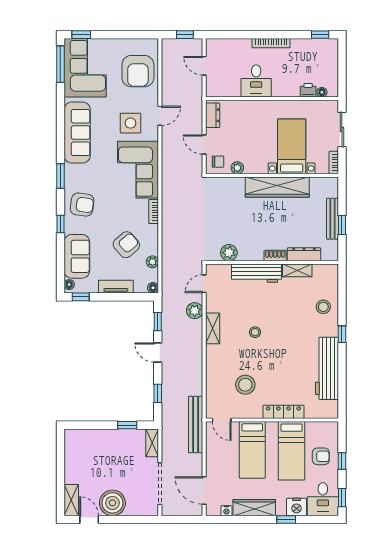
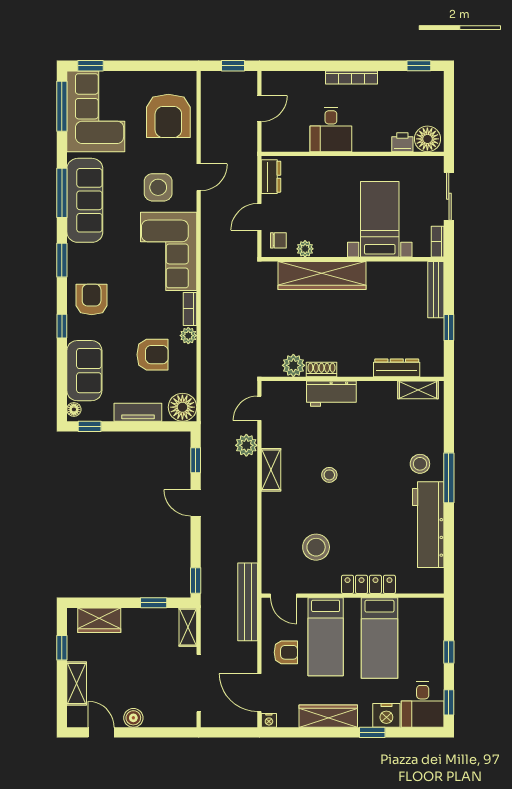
door: (204, 66) -> (259, 109), swing flipped
floor lamp: (322, 92) -> (427, 139), width x1.89, depth x1.89
window: (60, 127) -> (62, 193), added
door: (204, 145) -> (259, 217), hinge flipped
wardrobe: (277, 187) -> (322, 275), moved
armchair: (82, 205) -> (92, 299), turned -98
bench: (333, 219) -> (436, 290), moved
armchair: (126, 245) -> (152, 355), turned 41
shoe rack: (275, 256) -> (321, 369), moved
plant: (152, 262) -> (188, 336), moved
shelving: (297, 270) -> (418, 390), moved
workbench: (256, 273) -> (331, 394), width x0.73
floor lamp: (153, 288) -> (182, 407), width x1.89, depth x1.89
stool: (323, 307) -> (420, 464), moved
window: (342, 334) -> (449, 478), width x2.17
window: (158, 393) -> (196, 580), moved
wardrobe: (88, 438) -> (99, 620), added
armchair: (321, 456) -> (286, 652), moved
window: (60, 458) -> (62, 648), added
shelving: (71, 500) -> (77, 684), moved
boiler: (112, 503) -> (133, 718), width x0.54, depth x0.54
nightstand: (226, 511) -> (269, 720), moved

